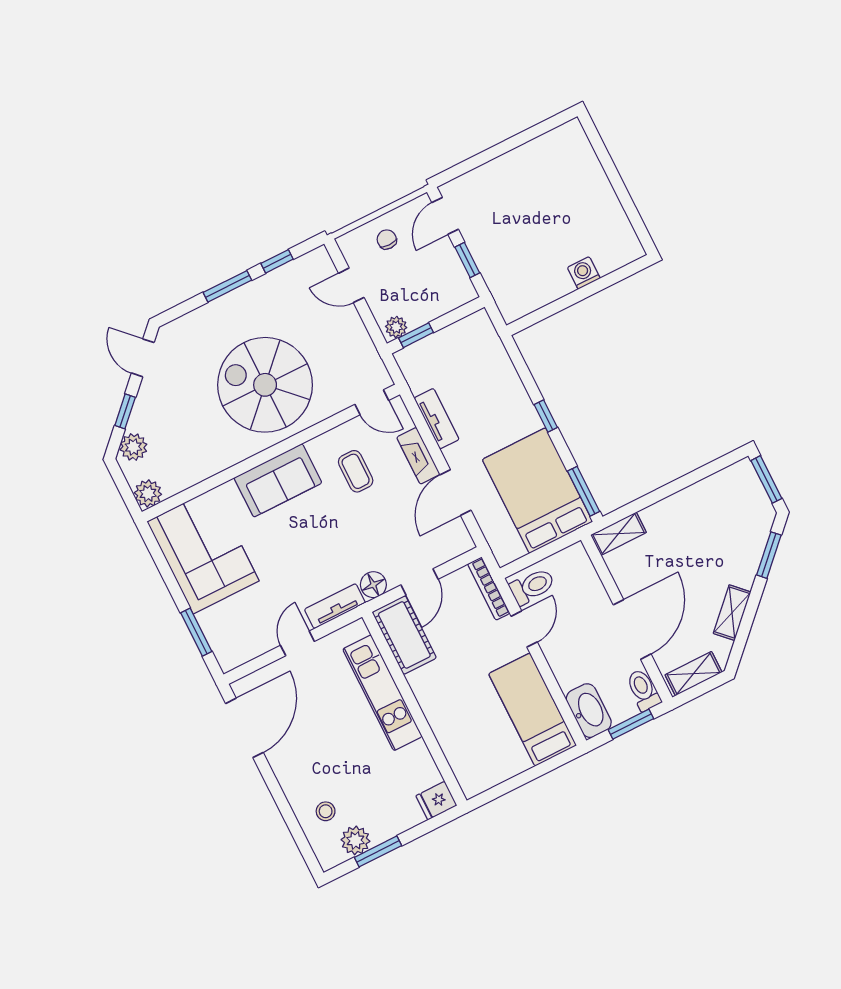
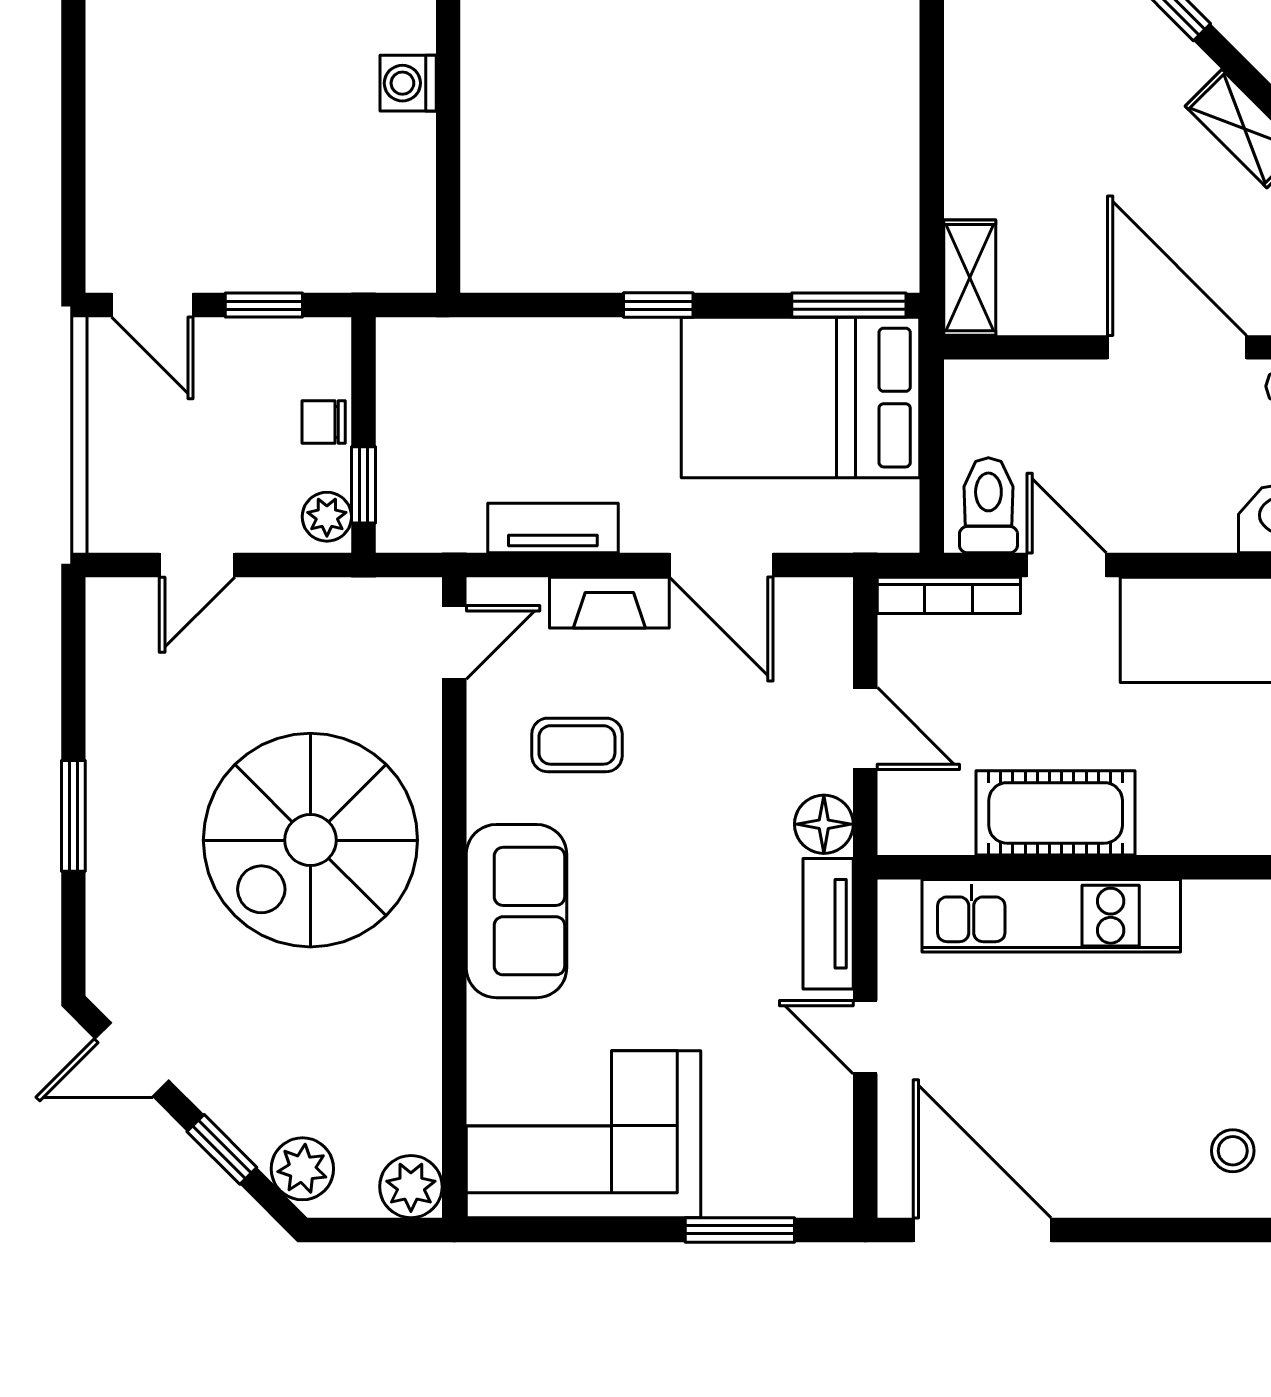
chair: (387, 239) -> (324, 422), moved
window: (277, 261) -> (73, 691), removed
cot: (404, 635) -> (1056, 813), moved

